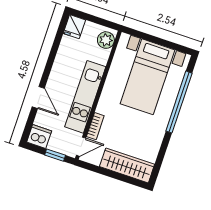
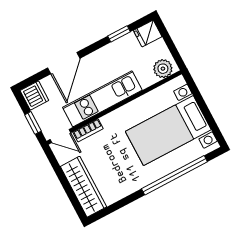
window: (56, 45) -> (119, 34), added
door: (38, 97) -> (64, 63), width x1.37

